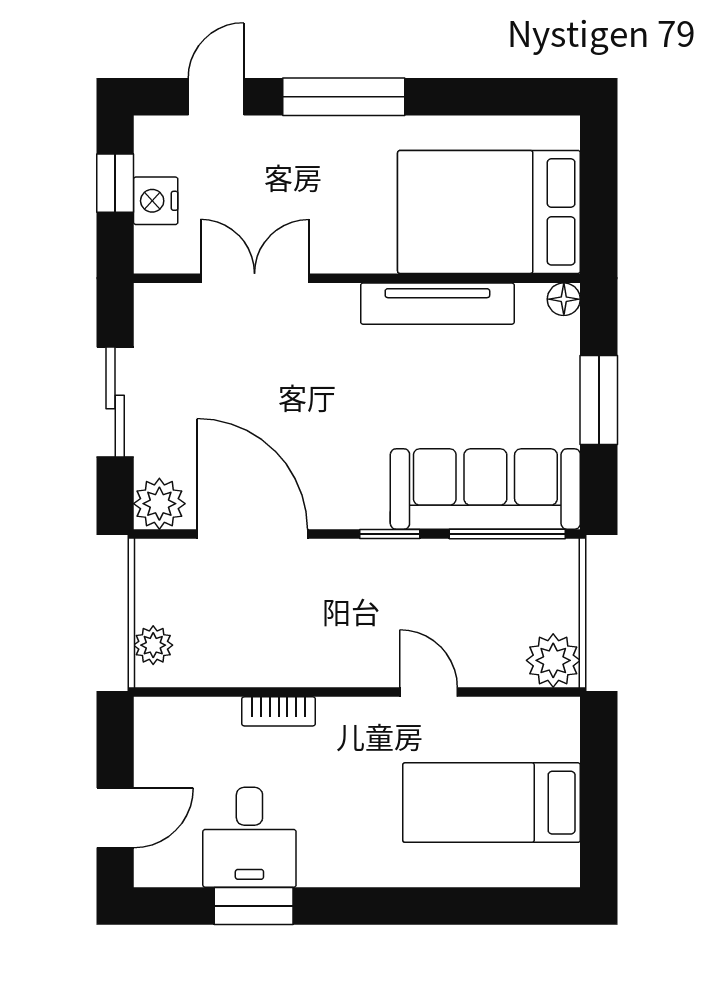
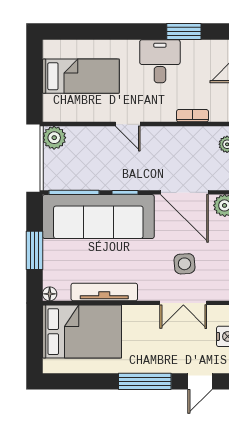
side table: (252, 369) -> (184, 264), added
sofa: (485, 489) -> (98, 217), width x1.36, depth x1.27
door: (429, 692) -> (128, 124), moved
bookcase: (279, 711) -> (192, 116), moved
desk: (249, 837) -> (160, 61), moved

